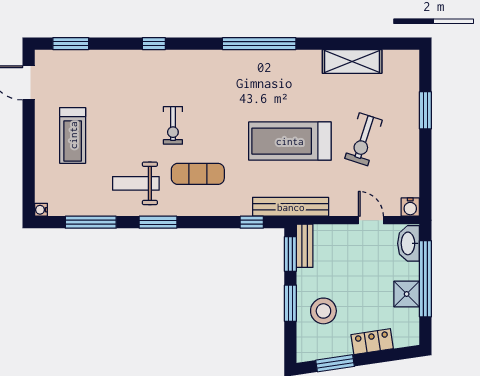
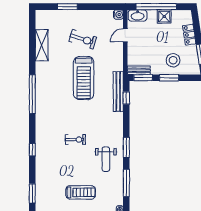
exercise mat: (198, 174) -> (101, 126), removed
bench: (291, 207) -> (118, 91), moved

